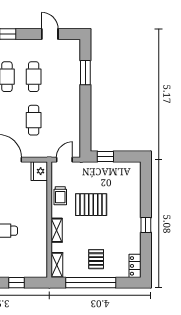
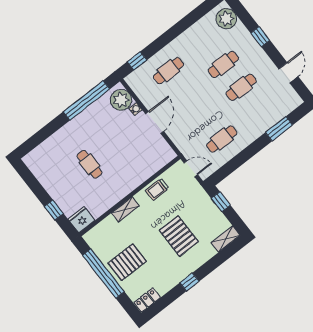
cafe table: (34, 120) -> (222, 139), moved
fridge: (39, 171) -> (81, 220), moved
pallet: (91, 205) -> (179, 236), moved
pallet: (96, 259) -> (127, 262), width x1.50, depth x1.42
shelving: (57, 265) -> (226, 239), moved

